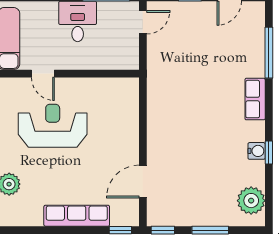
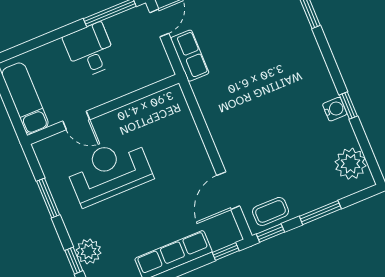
row of seats: (255, 99) -> (190, 56), moved, turned 180
coffee table: (170, 213) -> (271, 211), added

